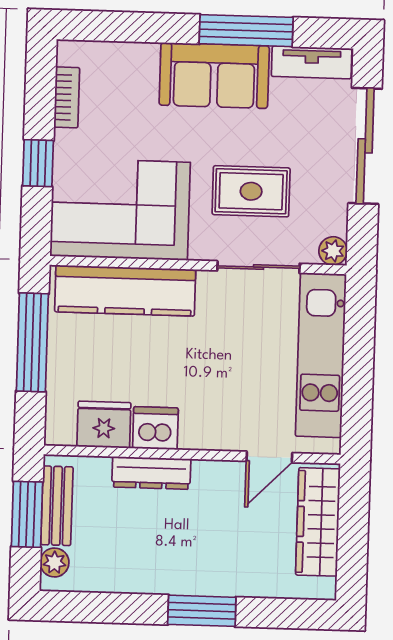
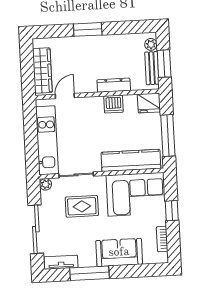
sofa: (214, 75) -> (119, 252), moved
fridge: (104, 425) -> (149, 103), moved

